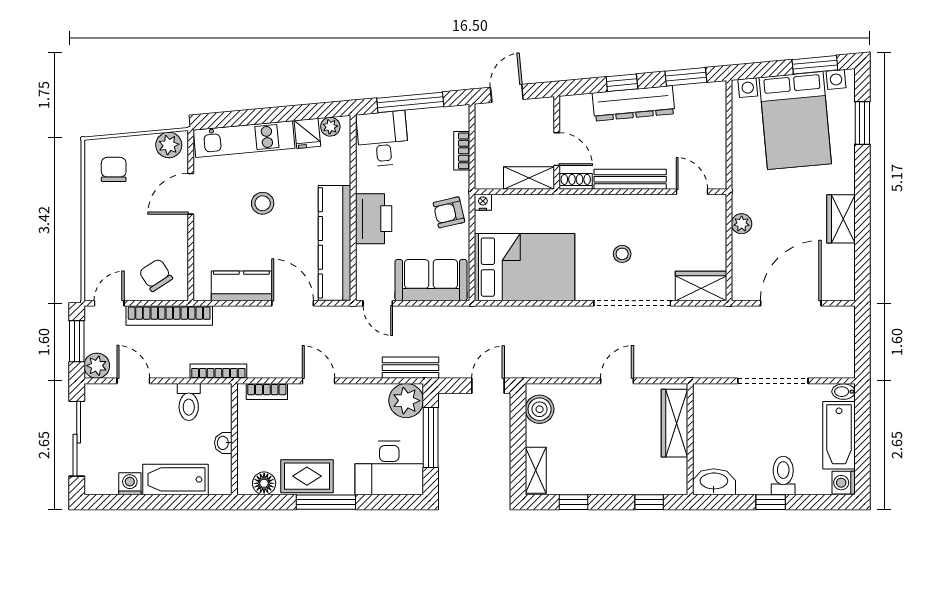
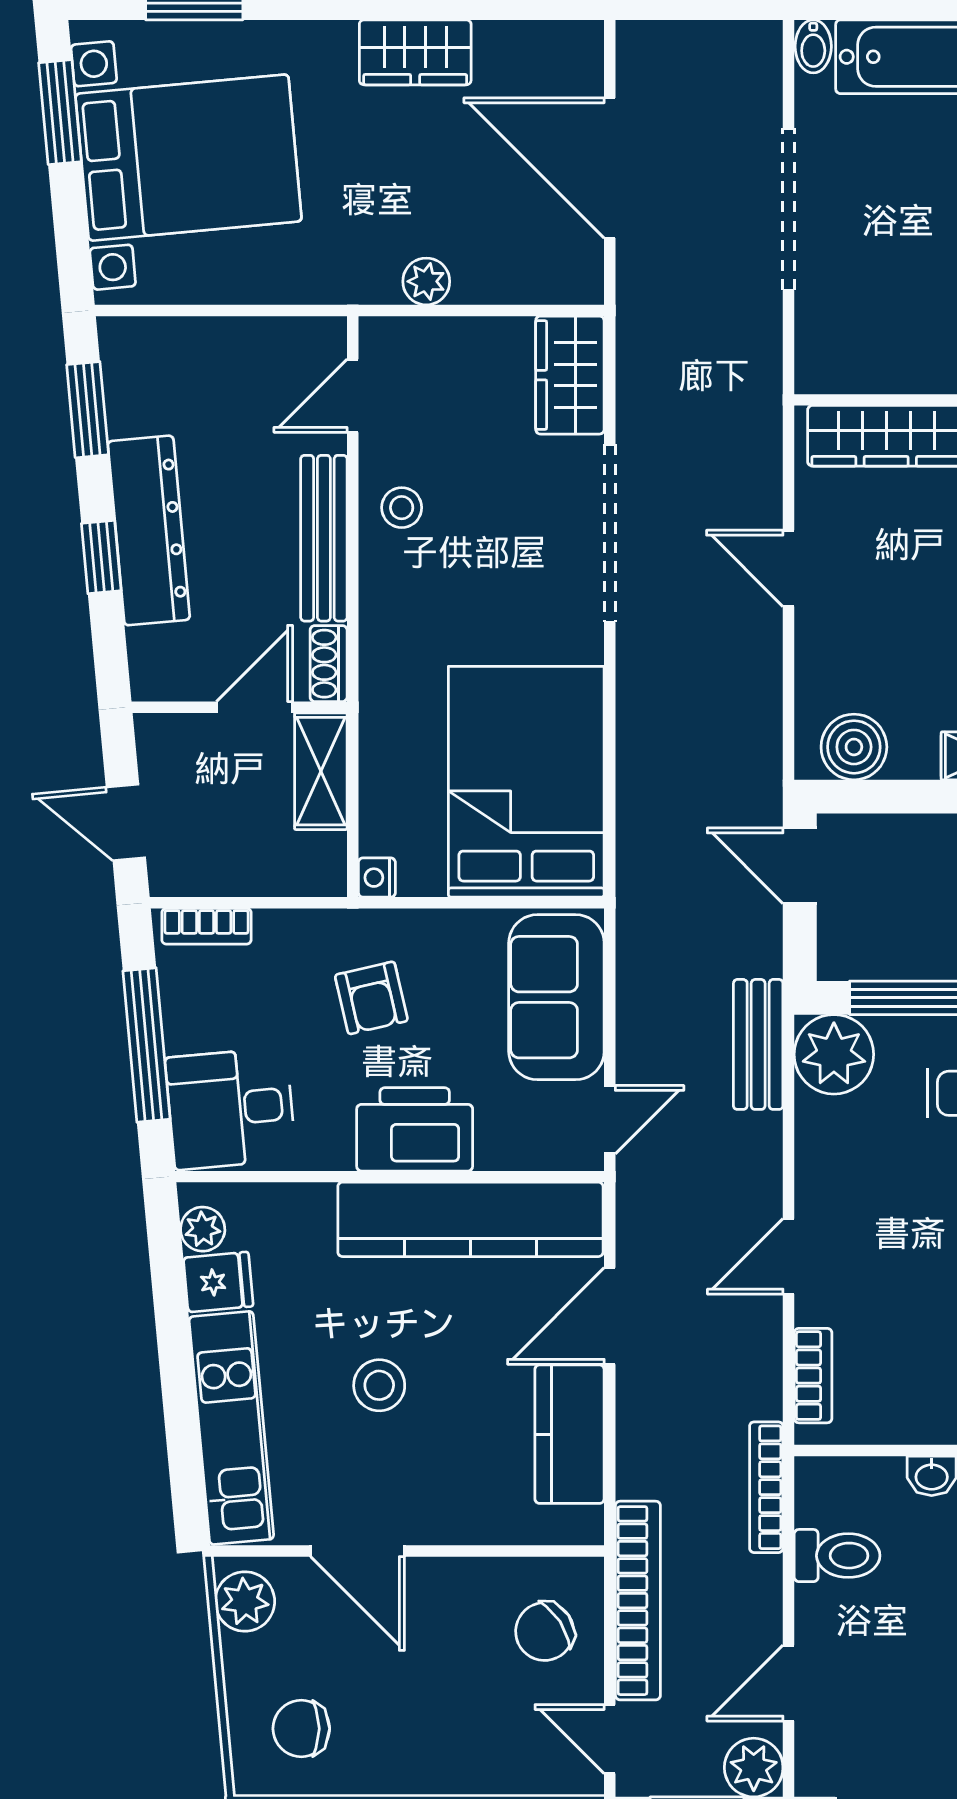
bookcase: (462, 151) -> (206, 926), moved
armchair: (449, 212) -> (371, 998), moved
stool: (622, 254) -> (402, 508), moved

